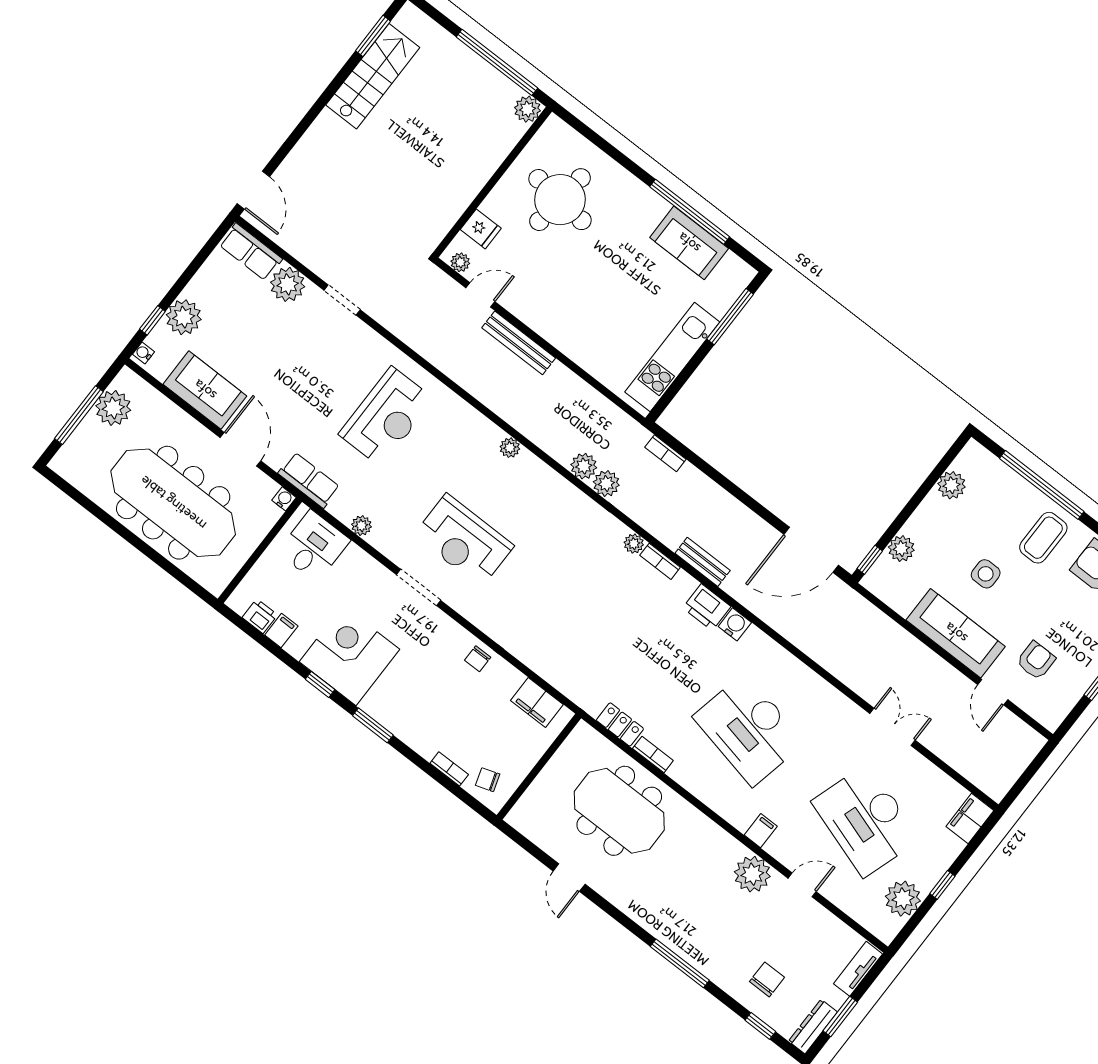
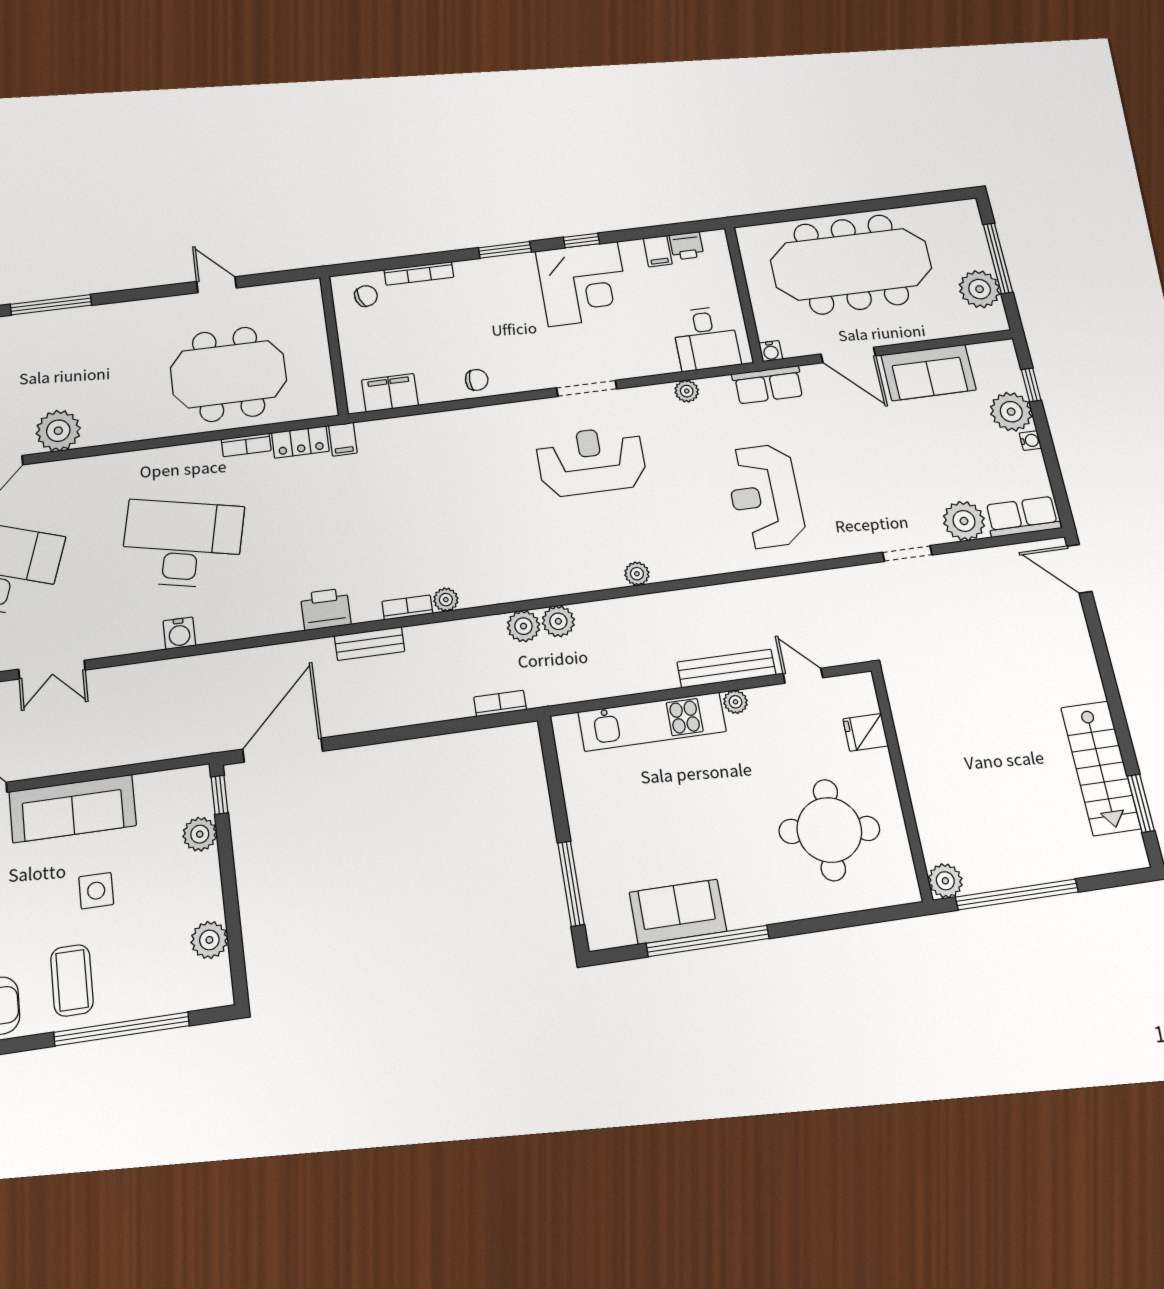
plant: (460, 262) -> (736, 702), moved
door: (480, 295) -> (803, 676), swing flipped
water cooler: (143, 353) -> (1030, 441), moved
kitchen unit: (672, 357) -> (652, 722), moved, turned 90
water cooler: (735, 624) -> (179, 633), moved
chair: (478, 659) -> (477, 380), turned 90
bookcase: (449, 769) -> (419, 273), width x1.56
filing cabinet: (761, 831) -> (343, 439), moved

